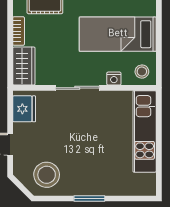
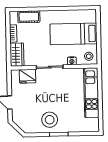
fridge: (24, 109) -> (28, 76), moved, turned 90
stool: (47, 175) -> (50, 120), moved

